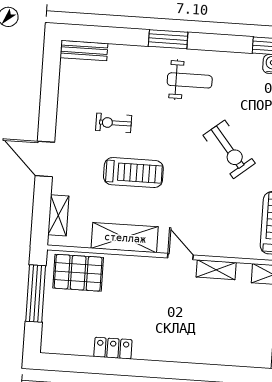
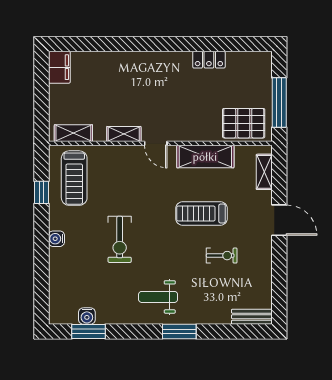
exercise bike: (229, 149) -> (120, 239), turned -141

